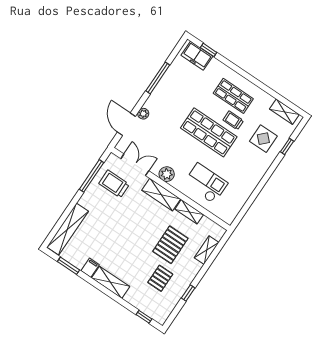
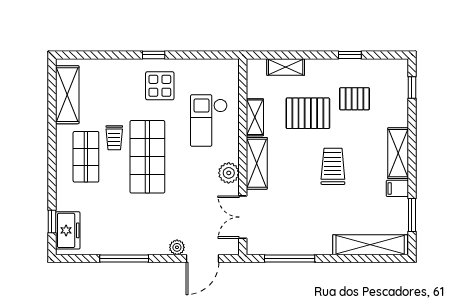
shelving: (284, 112) -> (67, 95), width x1.50, depth x1.33
display table: (263, 139) -> (160, 86), moved
window: (287, 147) -> (154, 55), moved
trolley: (114, 184) -> (333, 166), moved, turned 180

